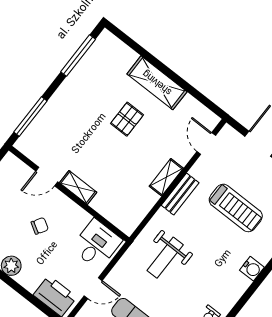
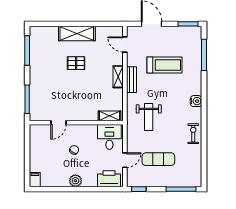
pallet: (127, 119) -> (76, 63), turned 90
shelving: (78, 187) -> (109, 116), moved
water cooler: (252, 269) -> (196, 101), moved

